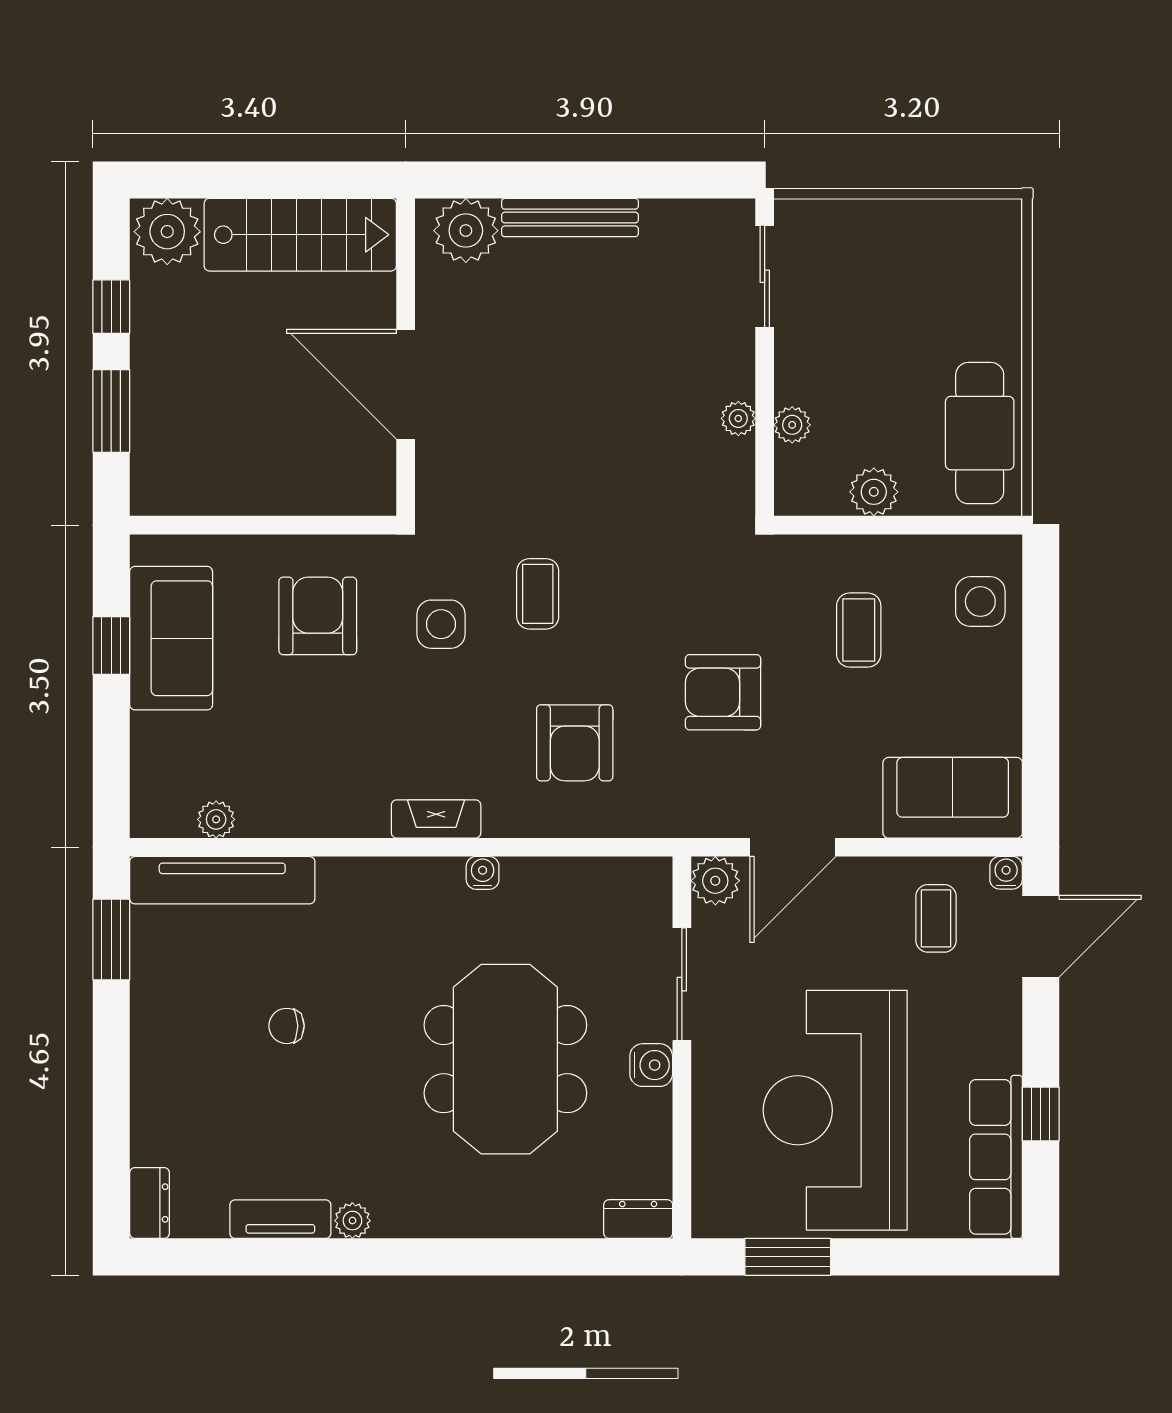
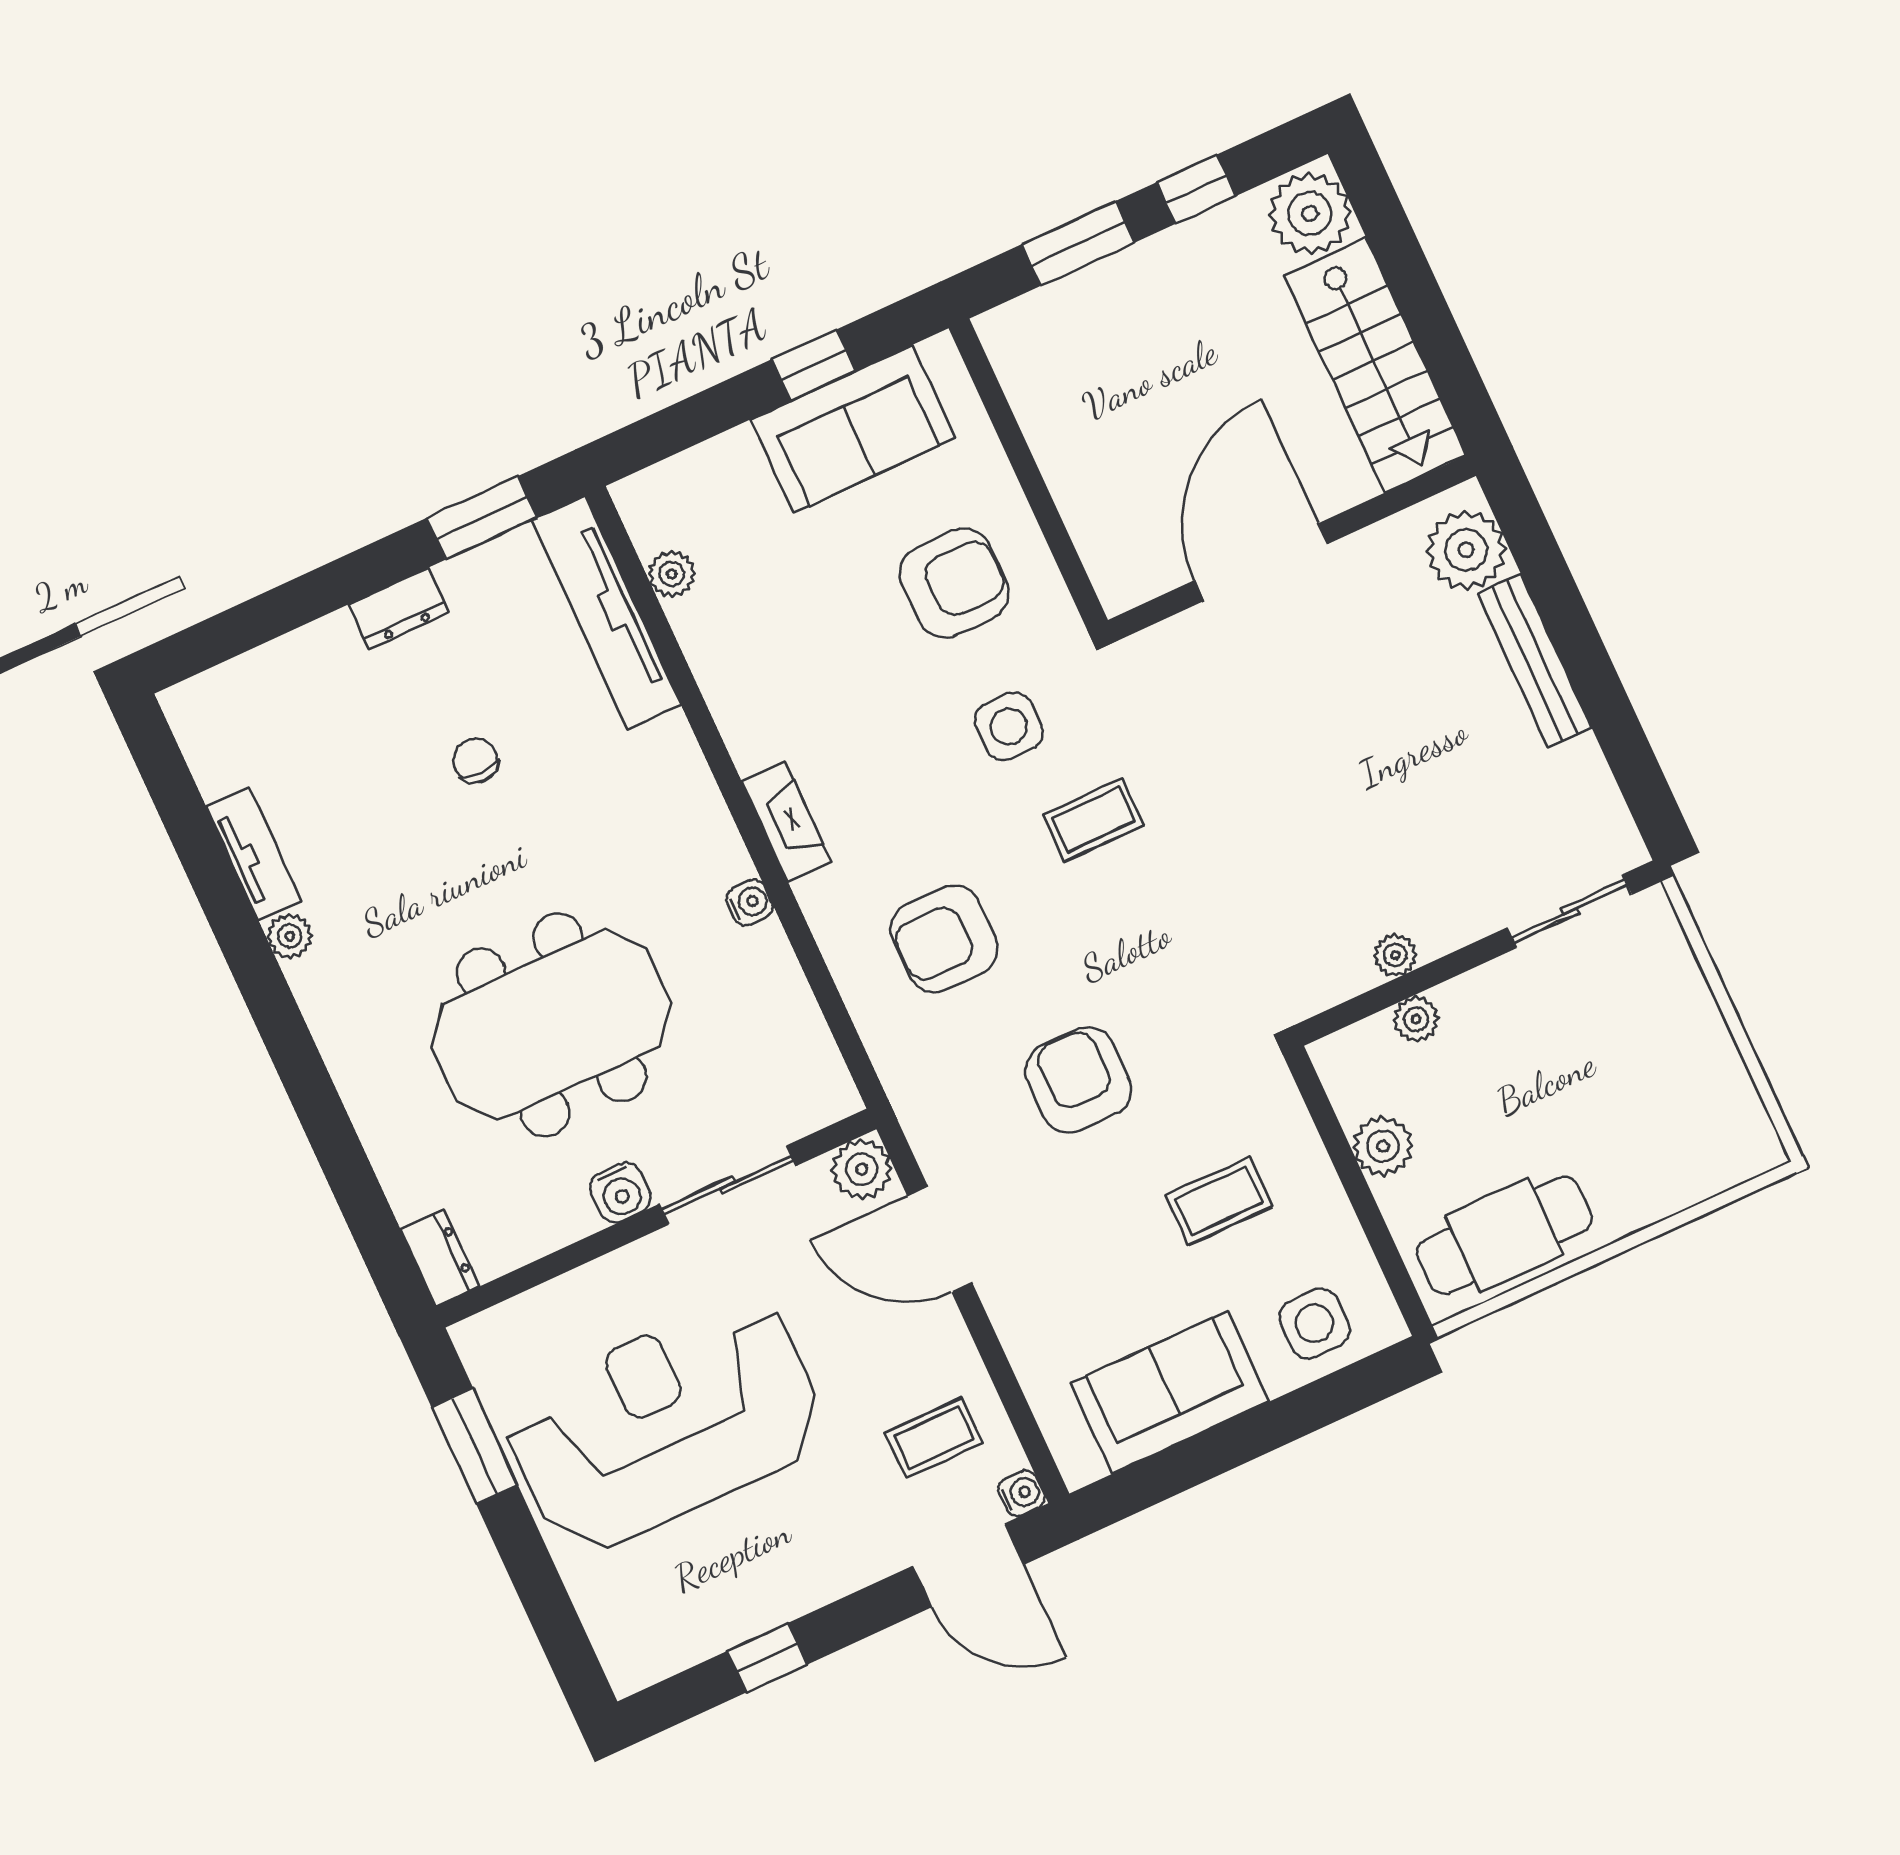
sofa: (953, 798) -> (1170, 1392), moved, turned -90
row of seats: (996, 1157) -> (696, 1629), removed
dresser: (150, 1203) -> (399, 608), moved

